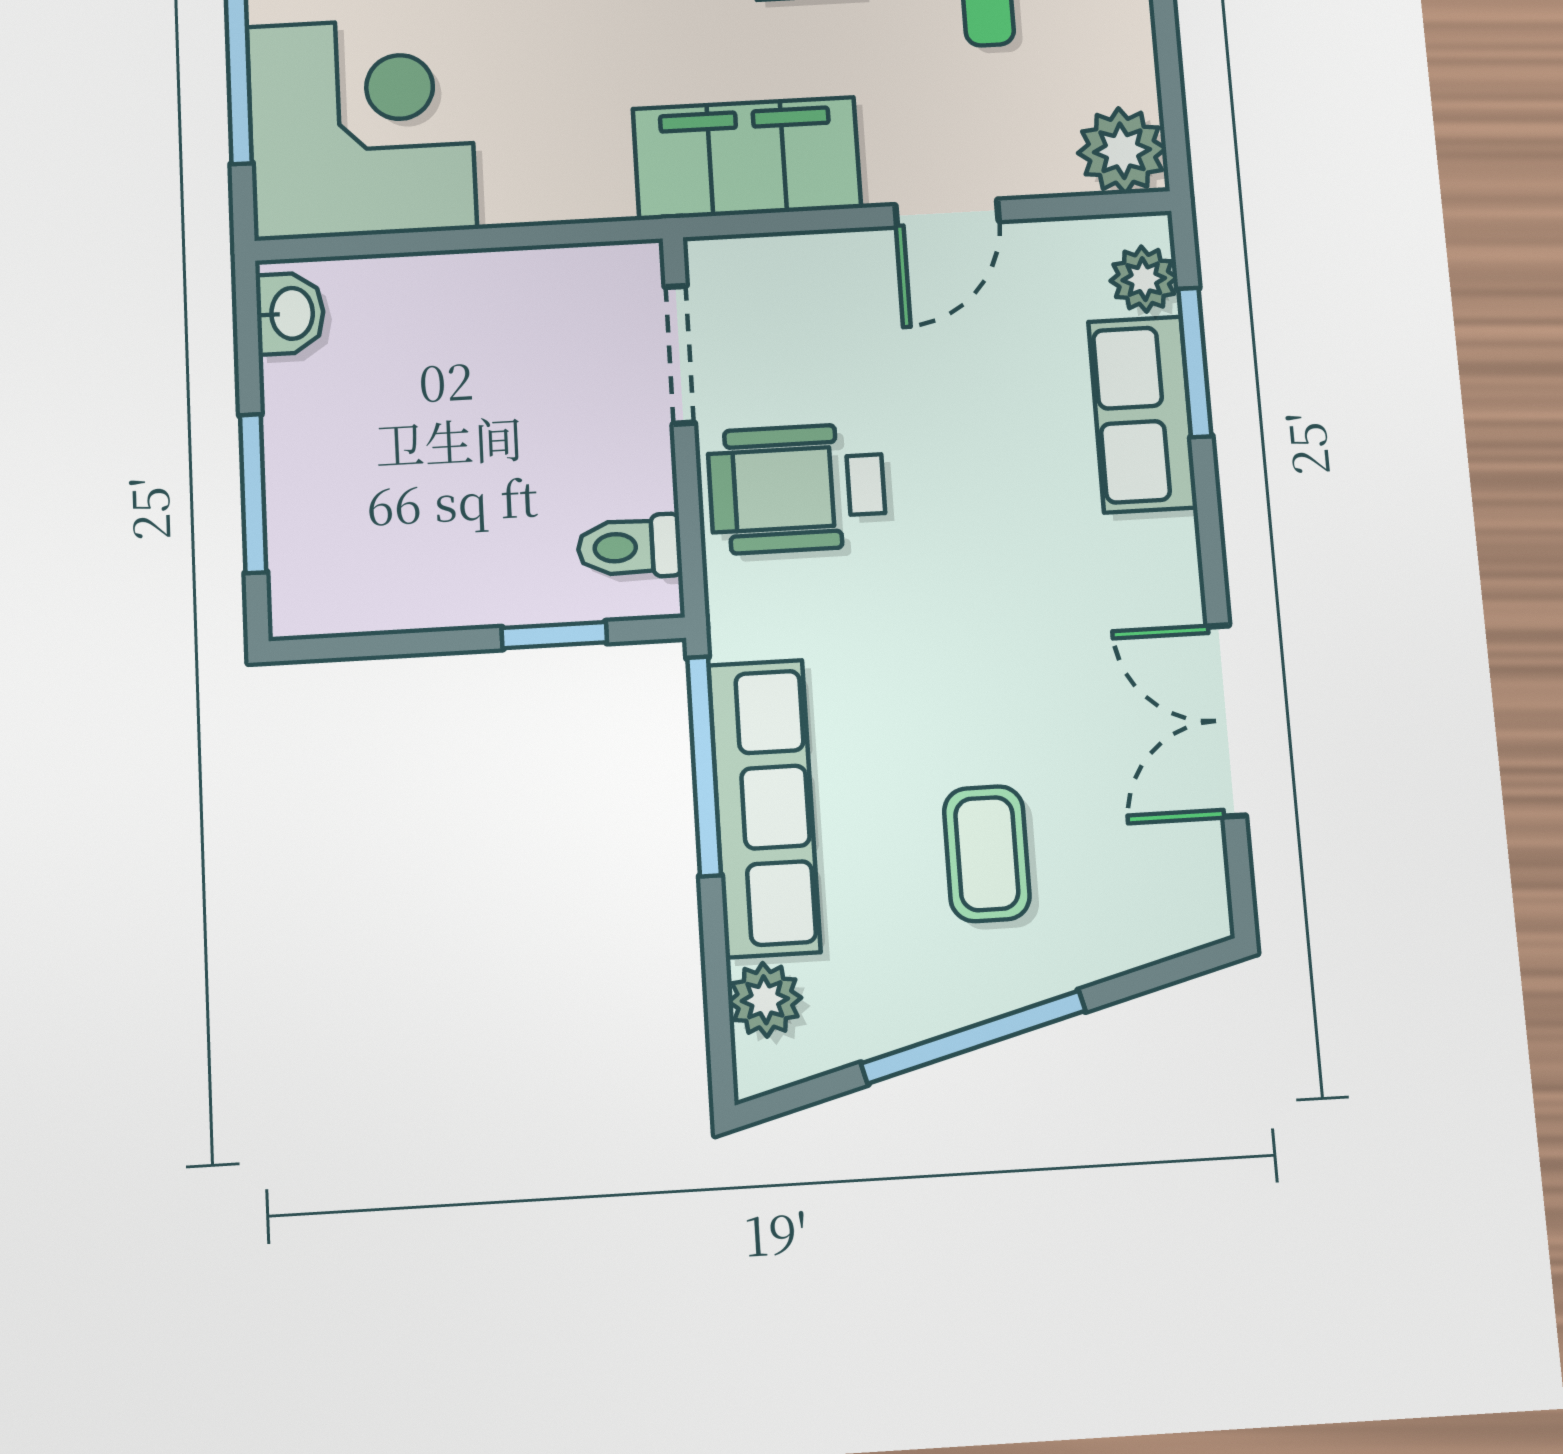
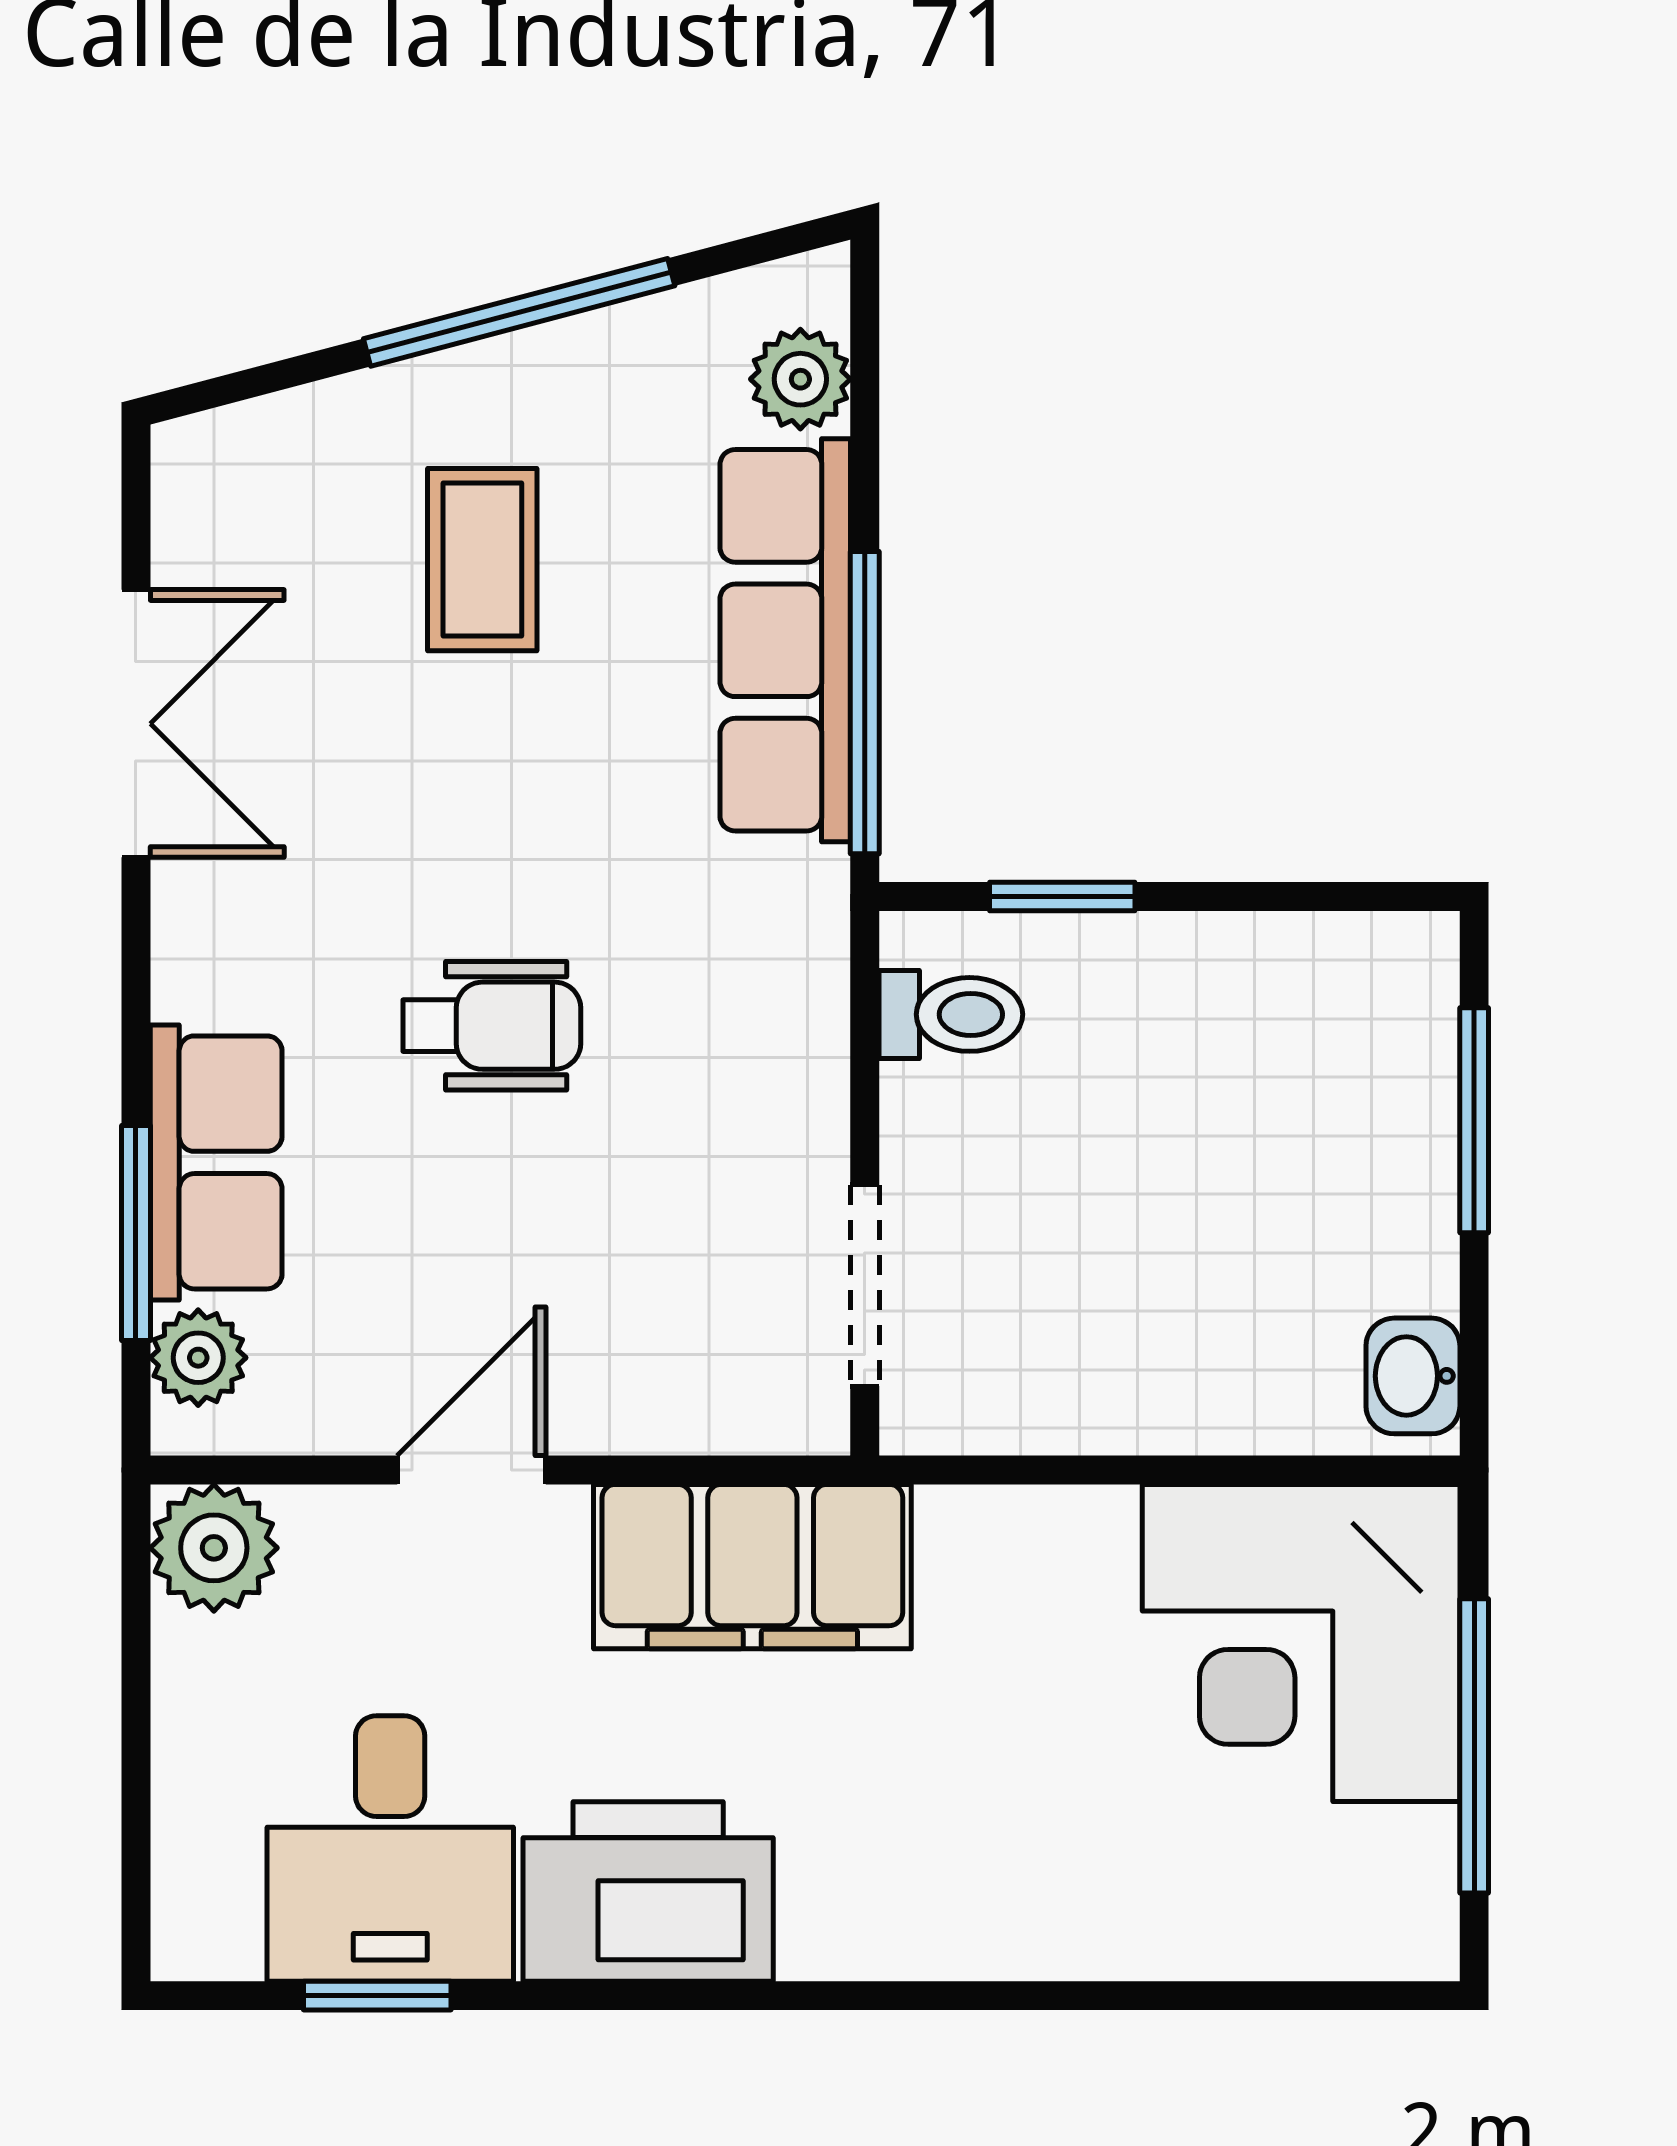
wheelchair: (797, 488) -> (492, 1026), moved, width x0.73, depth x0.73

